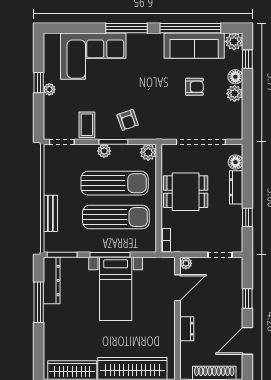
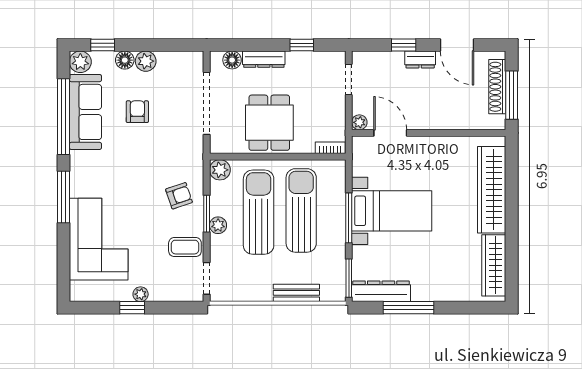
dresser: (187, 329) -> (420, 60), moved, turned 180

